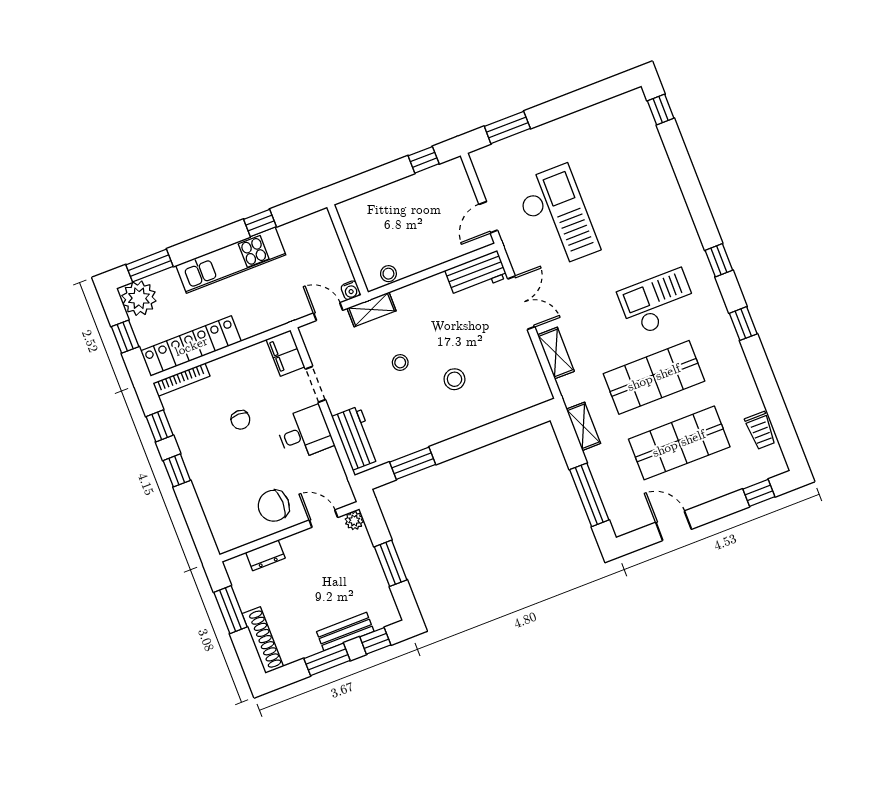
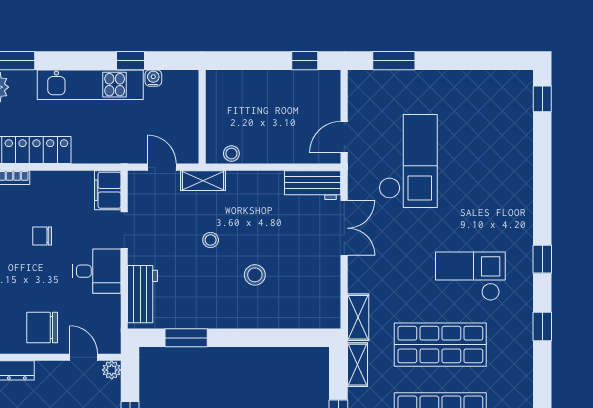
water cooler: (351, 290) -> (153, 78), moved, turned 180
shelving: (556, 353) -> (358, 317), moved
chair: (240, 420) -> (42, 236), turned 90

